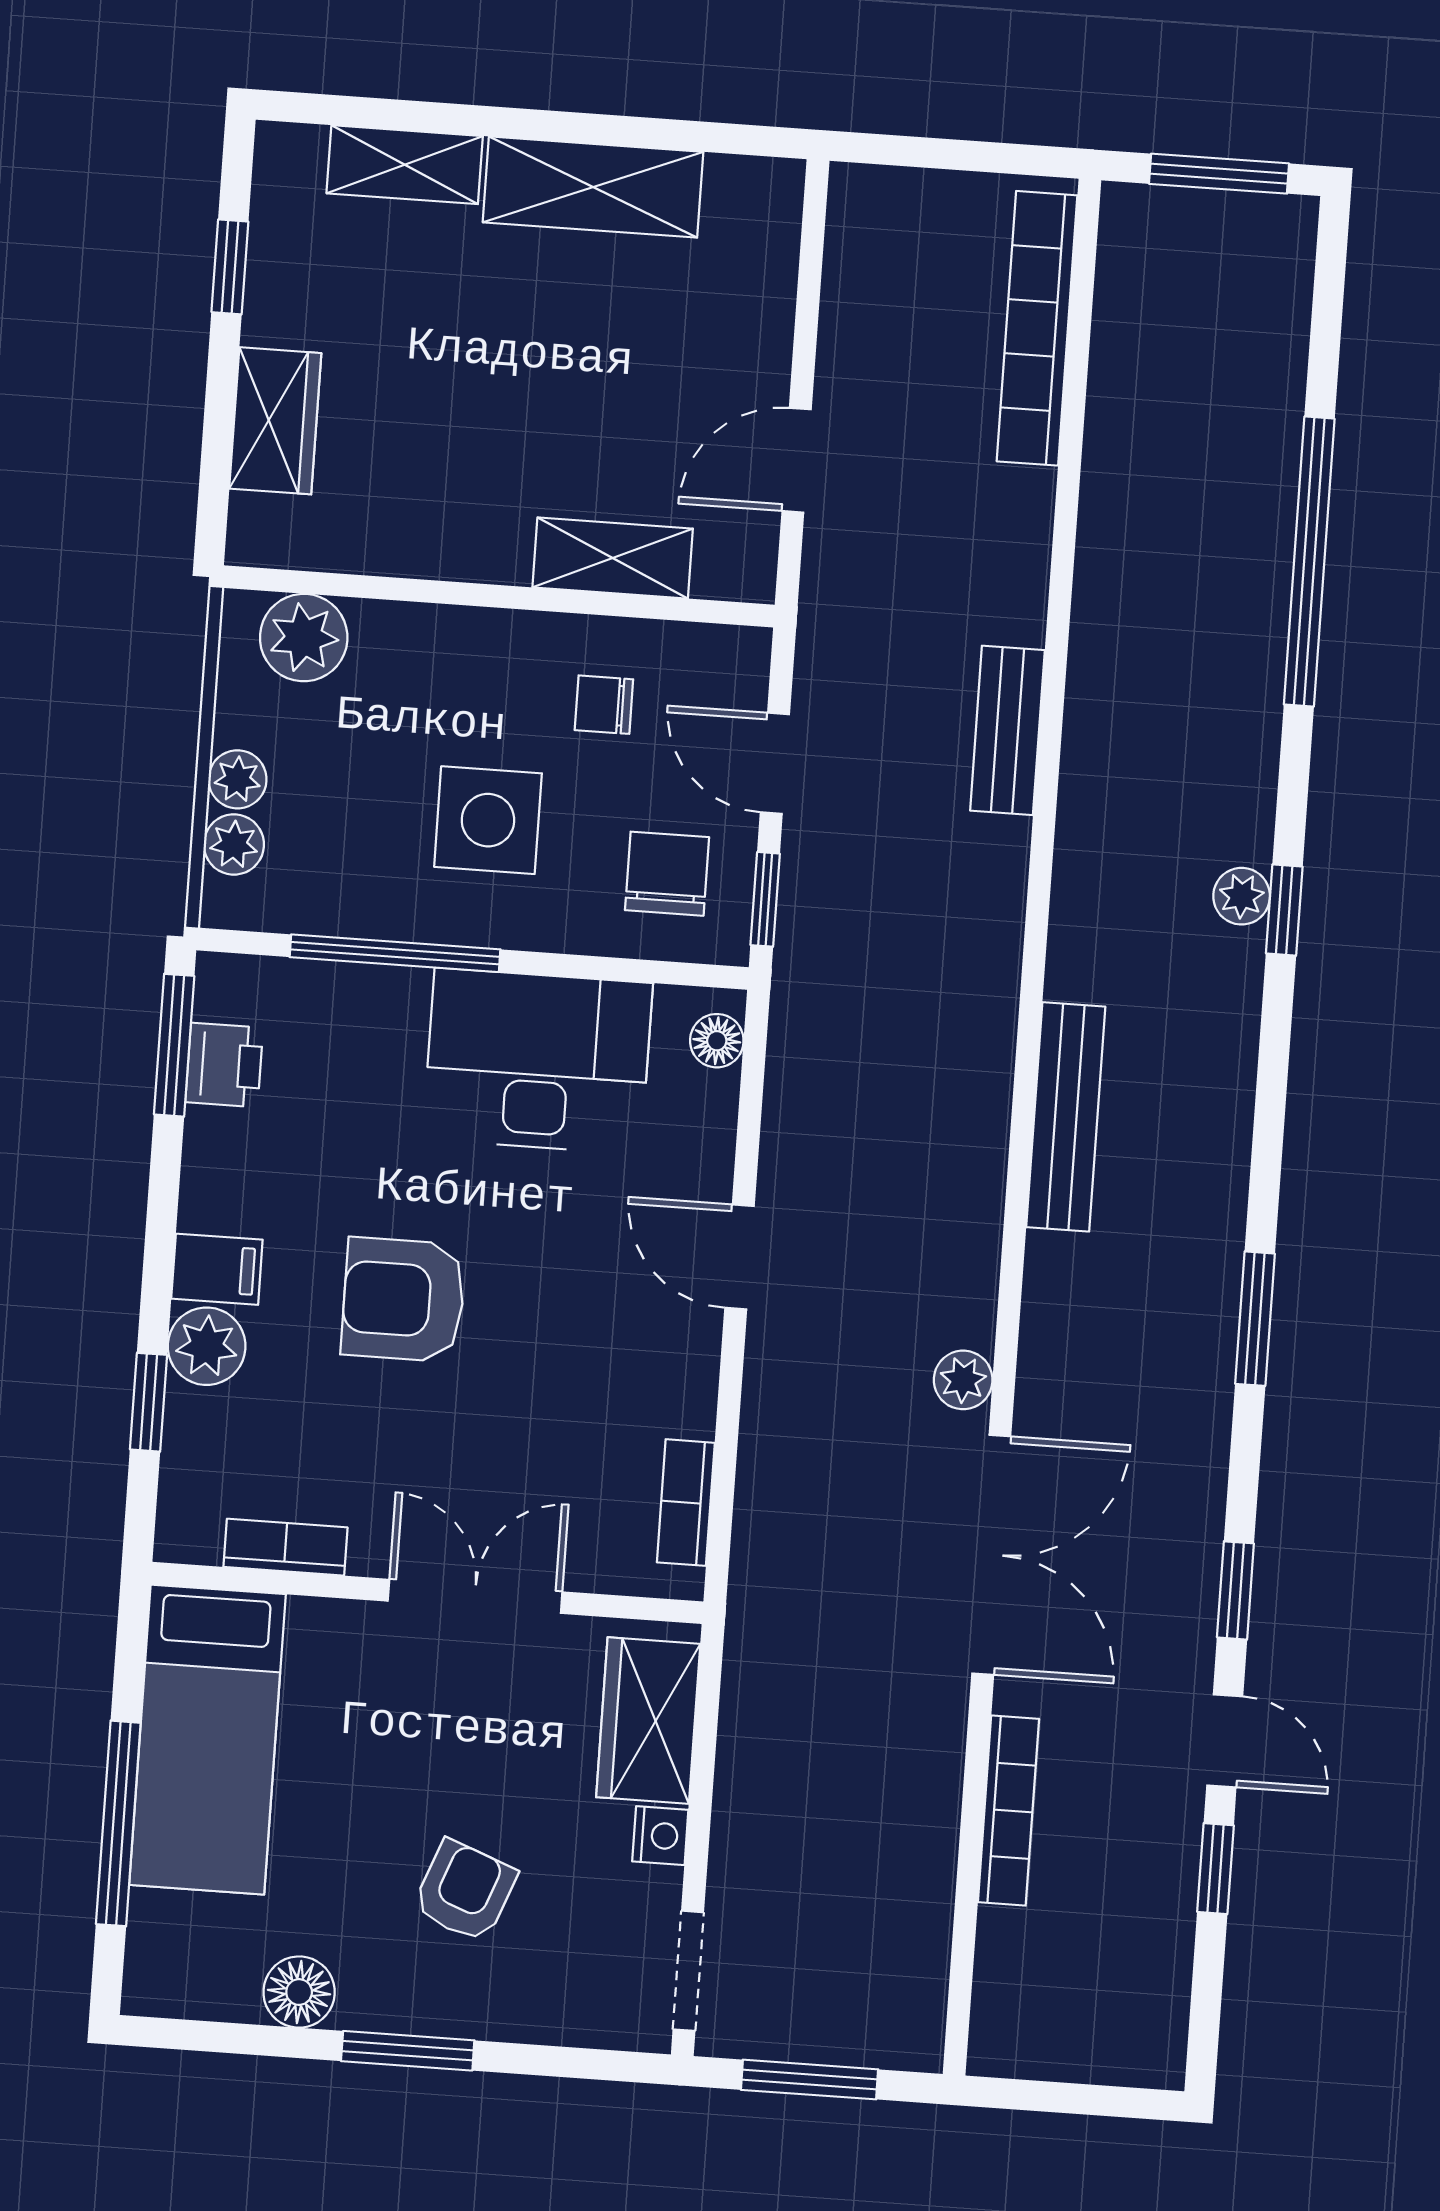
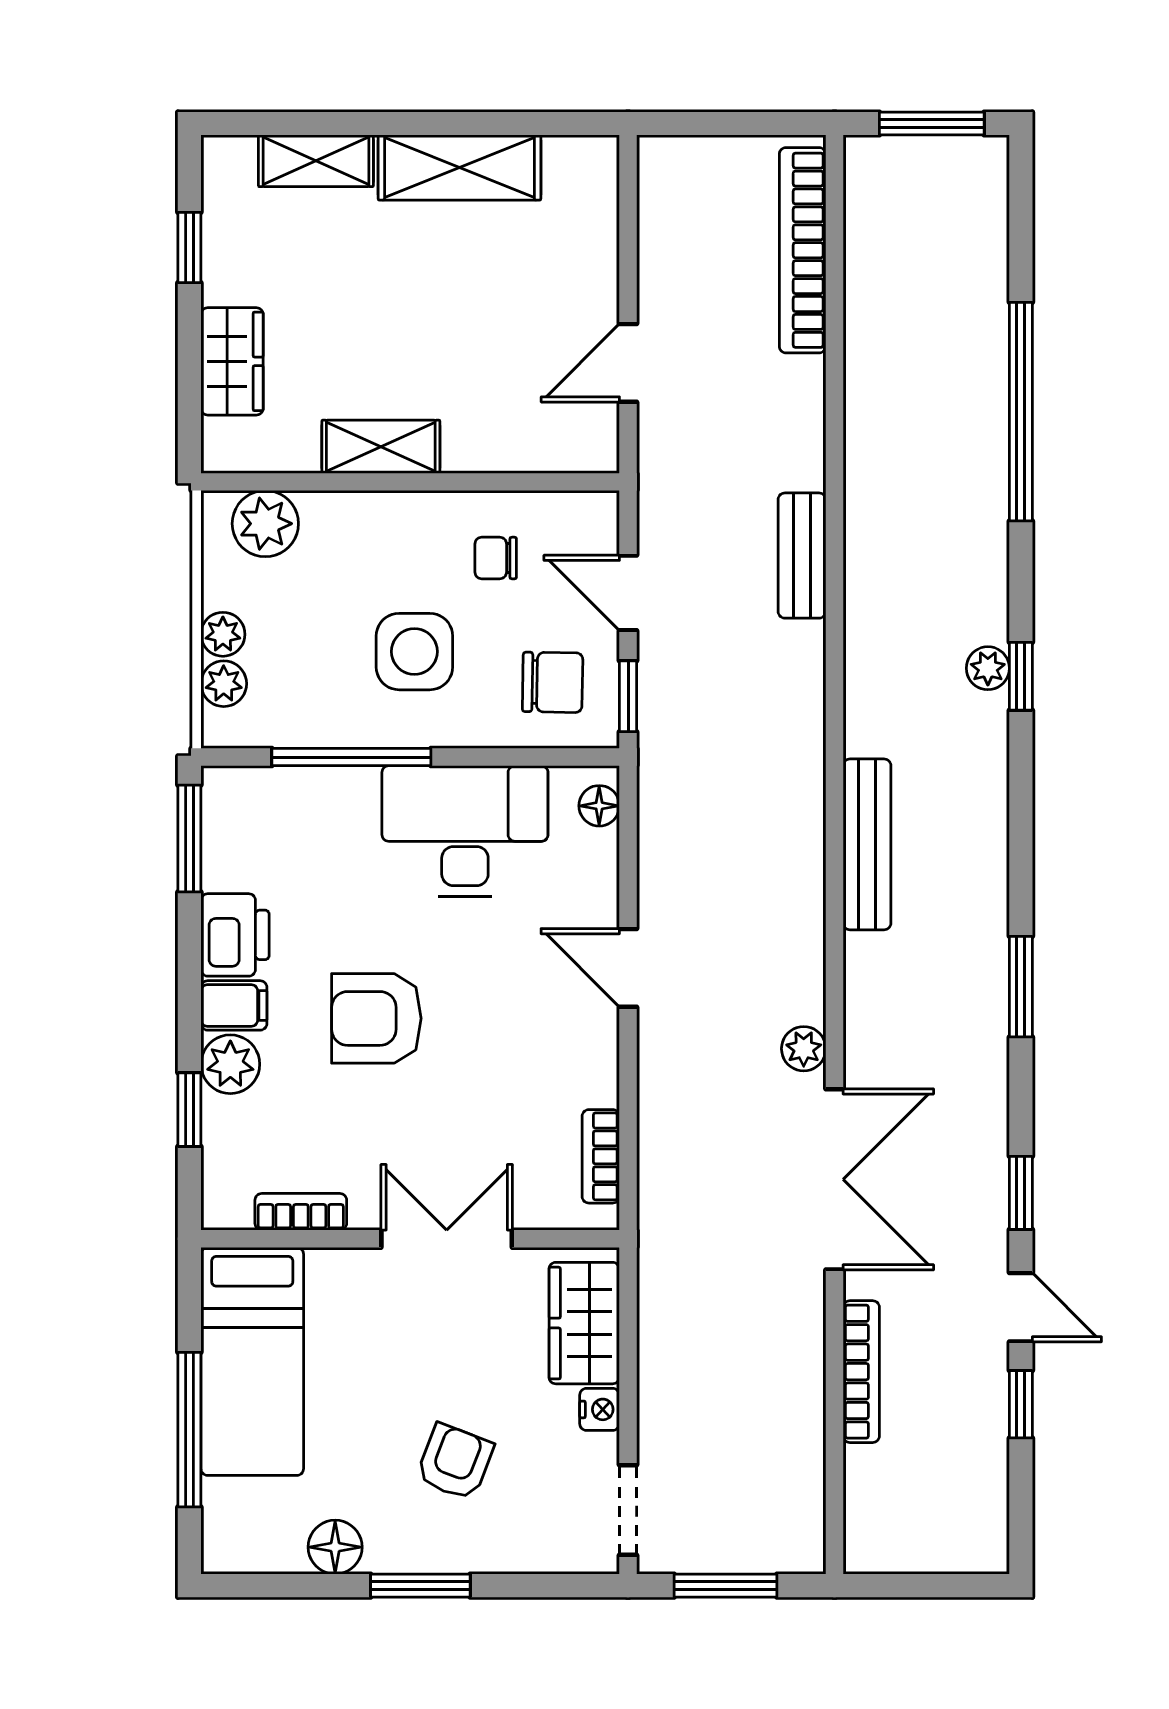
shelving: (613, 558) -> (381, 447), moved
chair: (667, 874) -> (553, 682), turned 91
printer: (224, 1065) -> (235, 935), moved, width x1.36, depth x1.24

